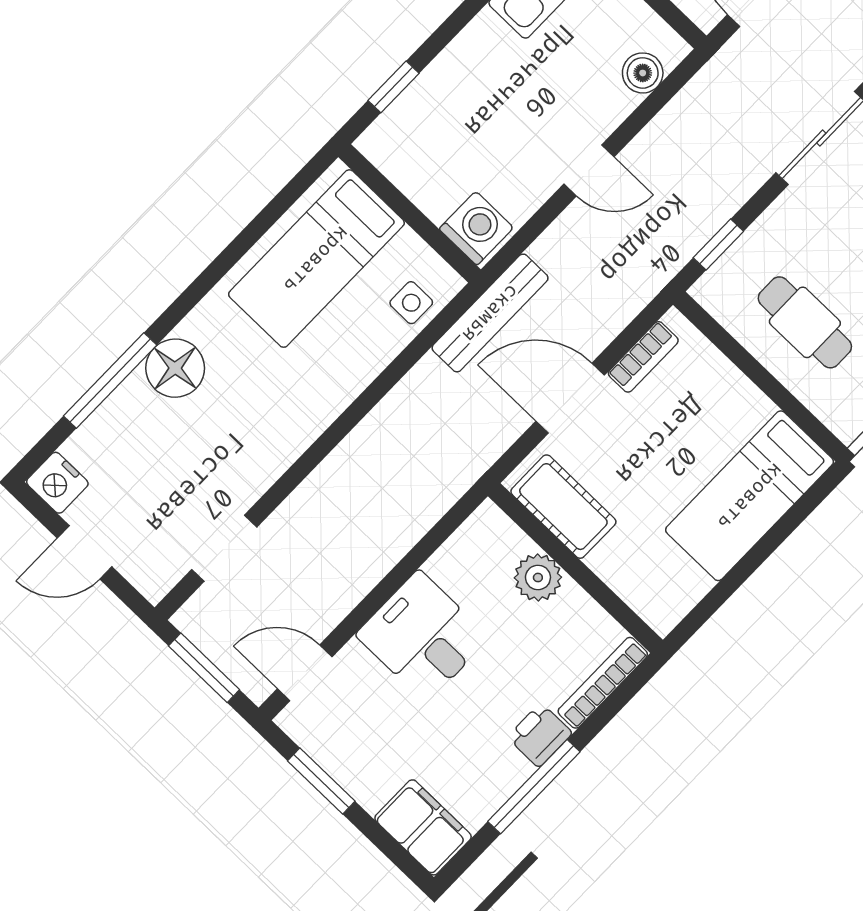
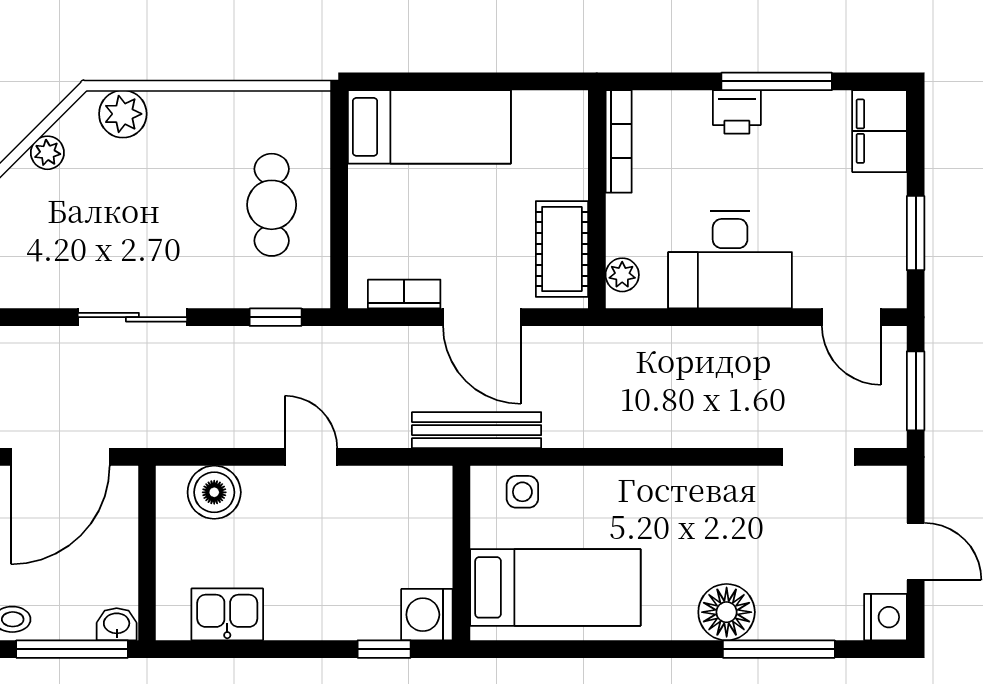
boiler: (643, 73) -> (214, 492), width x1.36, depth x1.36
washing machine: (476, 228) -> (427, 615), moved
plant: (538, 577) -> (622, 275), moved, width x0.73, depth x0.73
desk: (423, 636) -> (730, 260), width x1.37
bookcase: (603, 683) -> (619, 141), moved, turned -90

